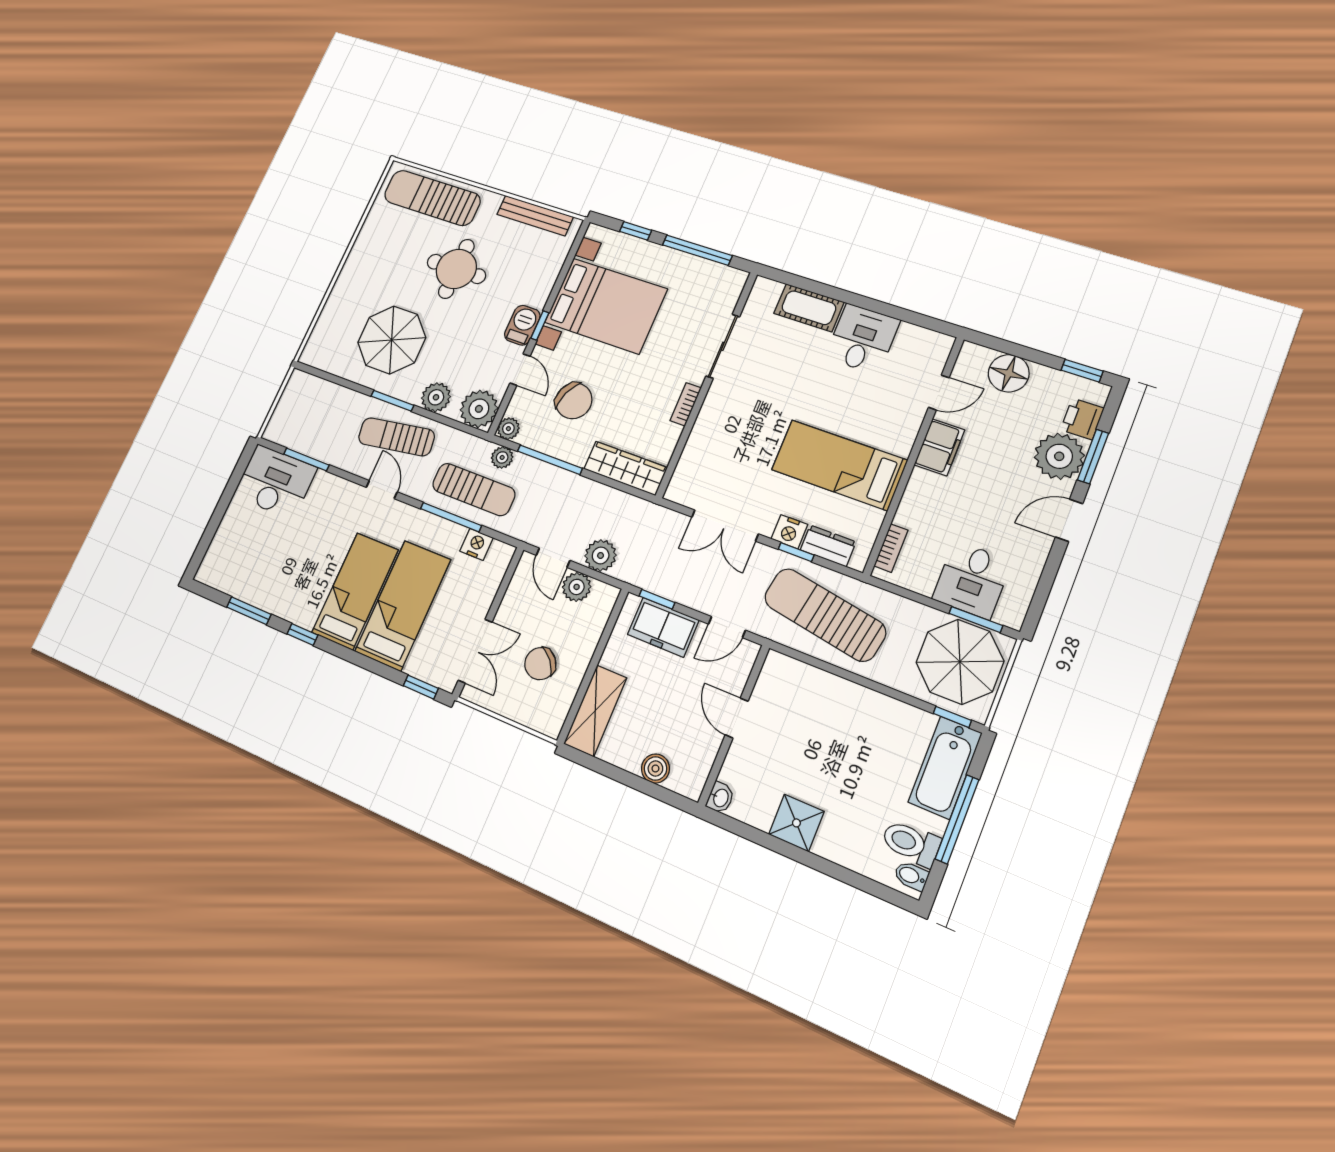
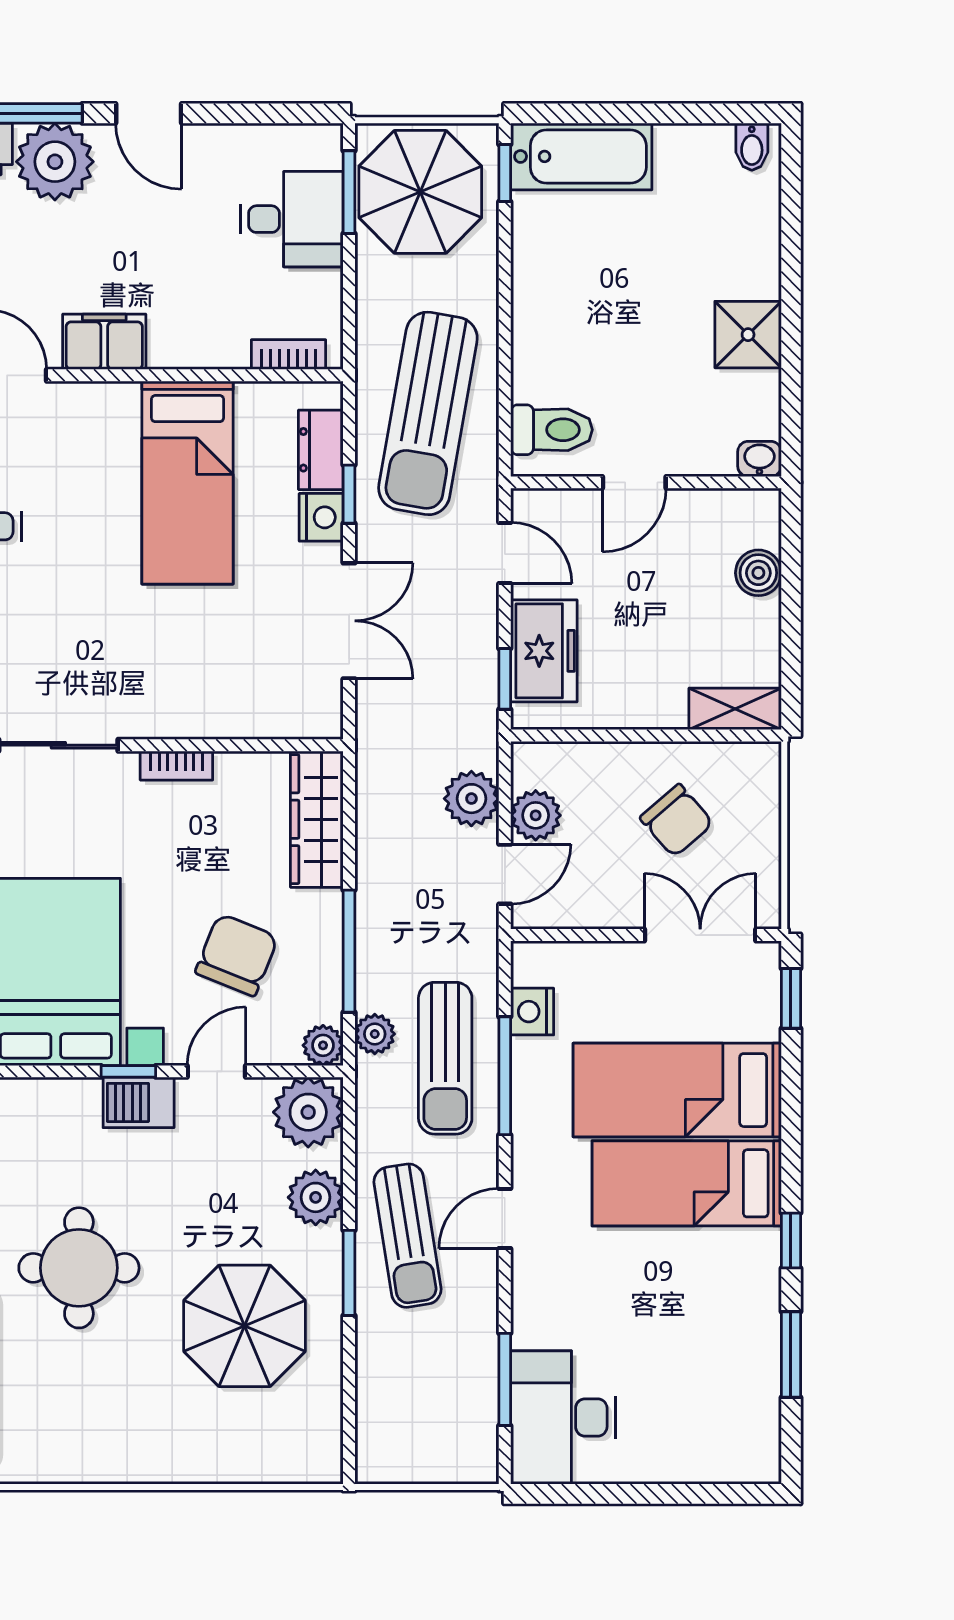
sun lounger: (474, 489) -> (445, 1058), turned 180
shelving: (595, 711) -> (735, 709), width x0.67, depth x0.75
window: (957, 819) -> (647, 113), removed
toilet: (911, 843) -> (552, 430), moved, turned -90

